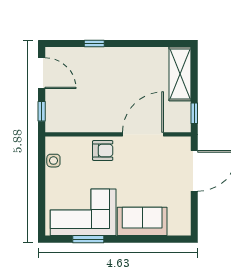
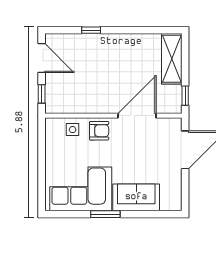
side table: (53, 161) -> (73, 130), moved
window: (88, 239) -> (105, 214), moved

